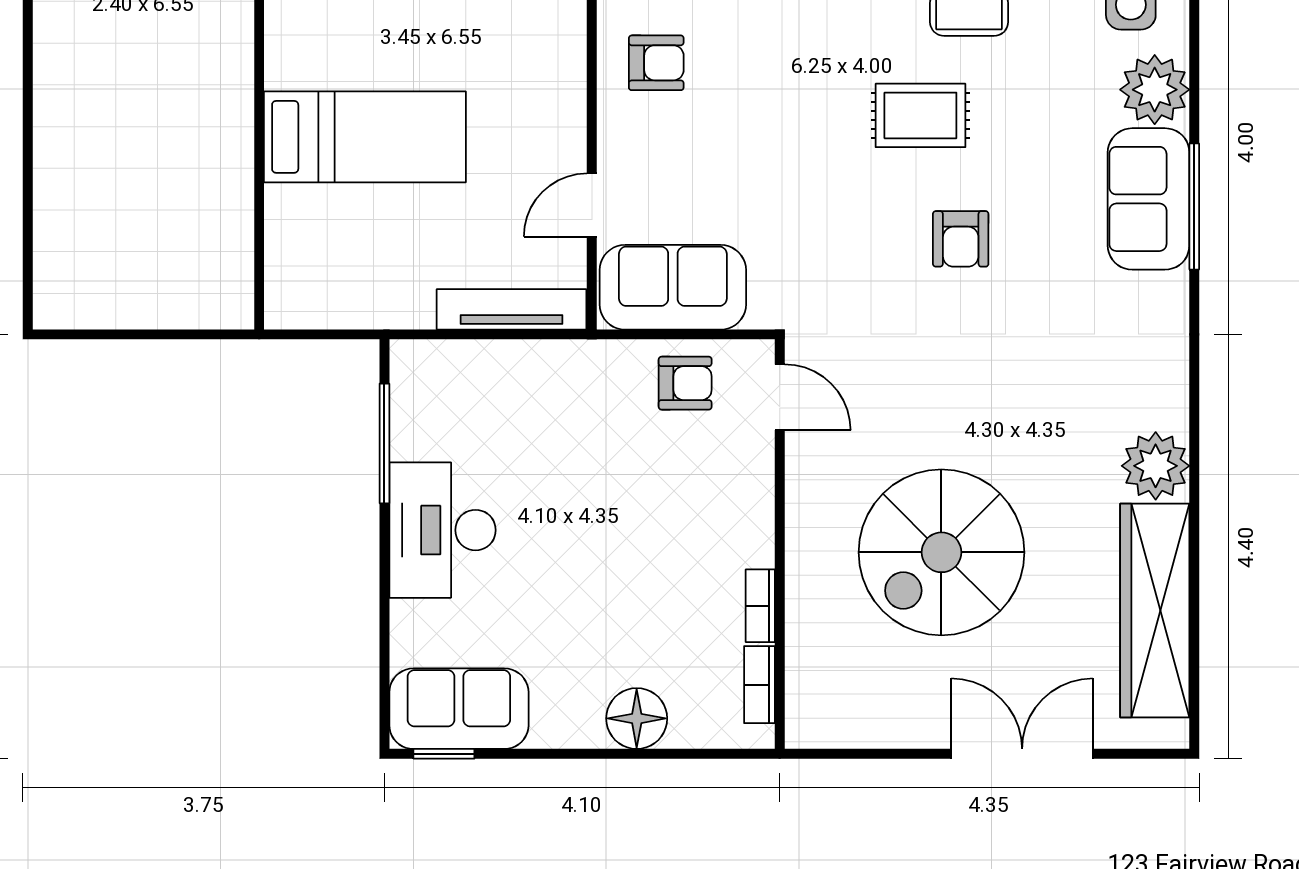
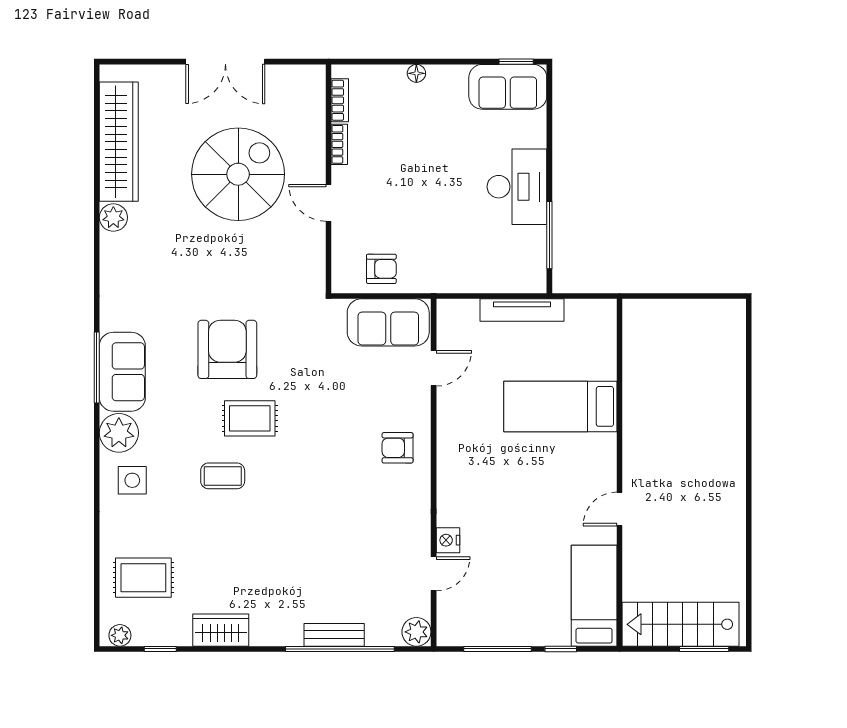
armchair: (961, 239) -> (227, 349), width x1.88, depth x1.88
tv unit: (511, 309) -> (522, 310), moved
armchair: (685, 383) -> (381, 269), turned 180
door: (780, 397) -> (328, 203), moved
plant: (1156, 466) -> (113, 218), width x0.73, depth x0.73
floor lamp: (637, 718) -> (416, 73), width x0.53, depth x0.53
double door: (1022, 754) -> (225, 62), moved

